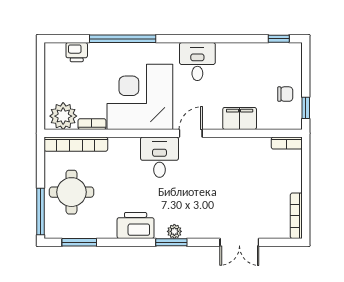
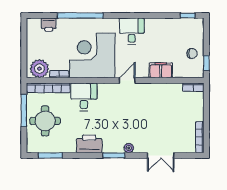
desk: (160, 157) -> (84, 97), moved
window: (41, 211) -> (24, 110), moved
plant: (174, 231) -> (129, 148), moved

